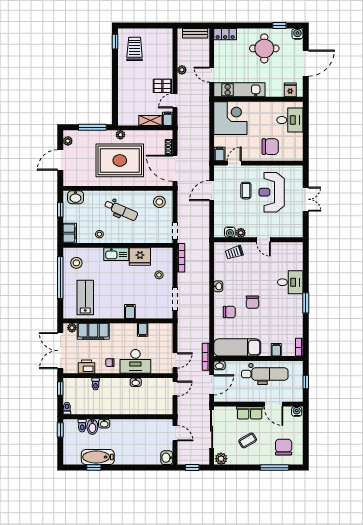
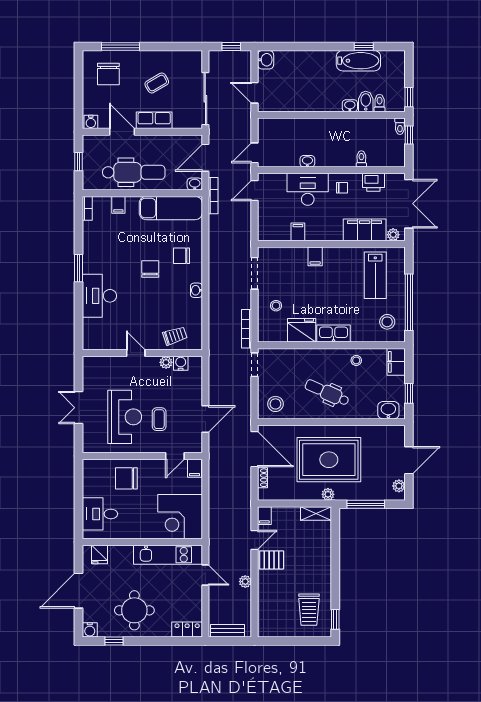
shelving: (150, 120) -> (316, 514), moved
desk: (290, 282) -> (99, 296), width x1.37
dental chair: (265, 374) -> (134, 172), turned 180
window: (60, 388) -> (409, 135), moved
plant: (221, 459) -> (193, 58), removed

